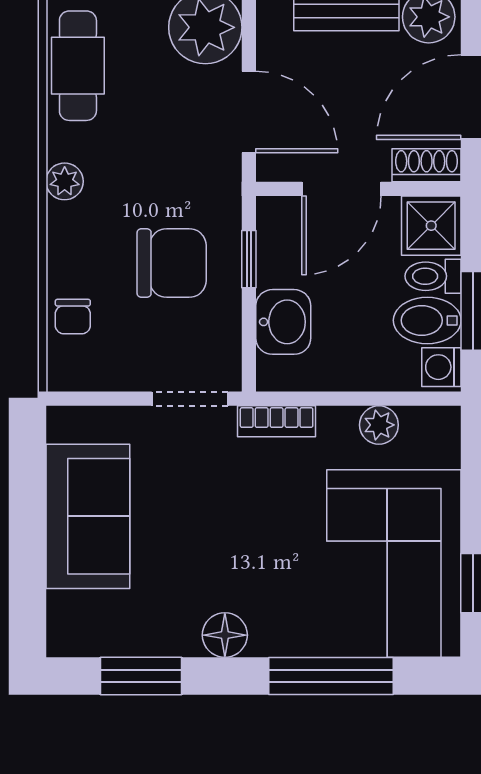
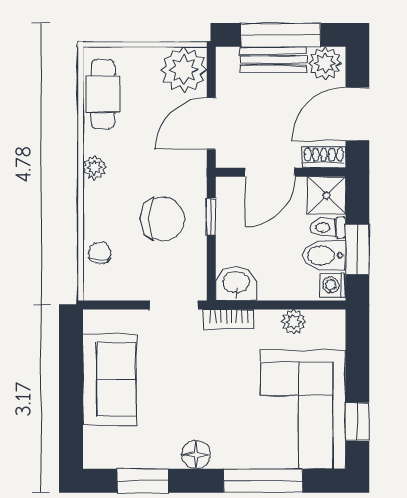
door: (249, 112) -> (211, 123), swing flipped
chair: (73, 317) -> (100, 253), turned 180
washbasin: (283, 322) -> (236, 283), moved, turned -90

